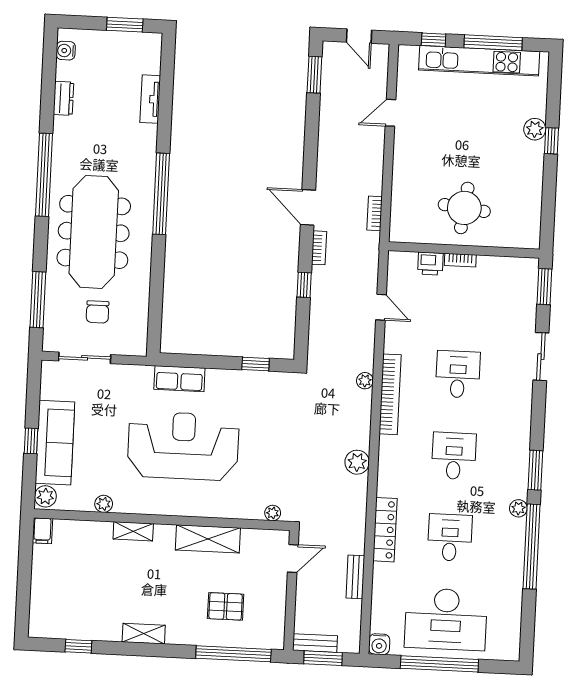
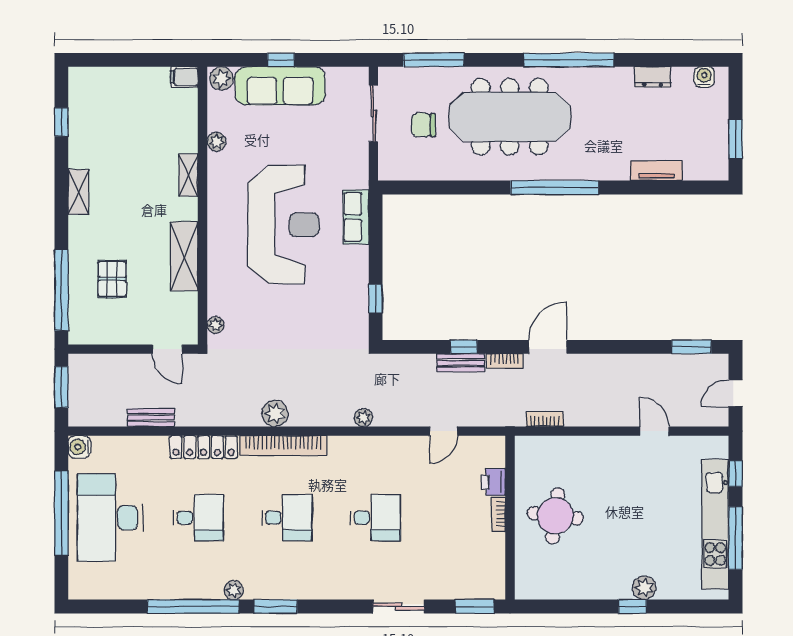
bookcase: (390, 394) -> (283, 446), moved
bench: (315, 643) -> (461, 363), moved, turned 90

